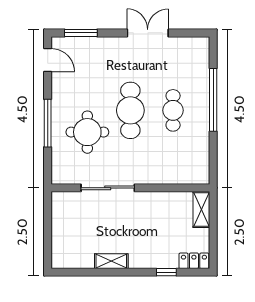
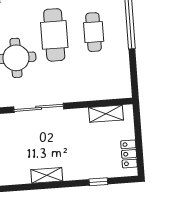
shelving: (201, 209) -> (106, 114), moved, turned 90
locker: (194, 261) -> (129, 154), moved, turned -90

